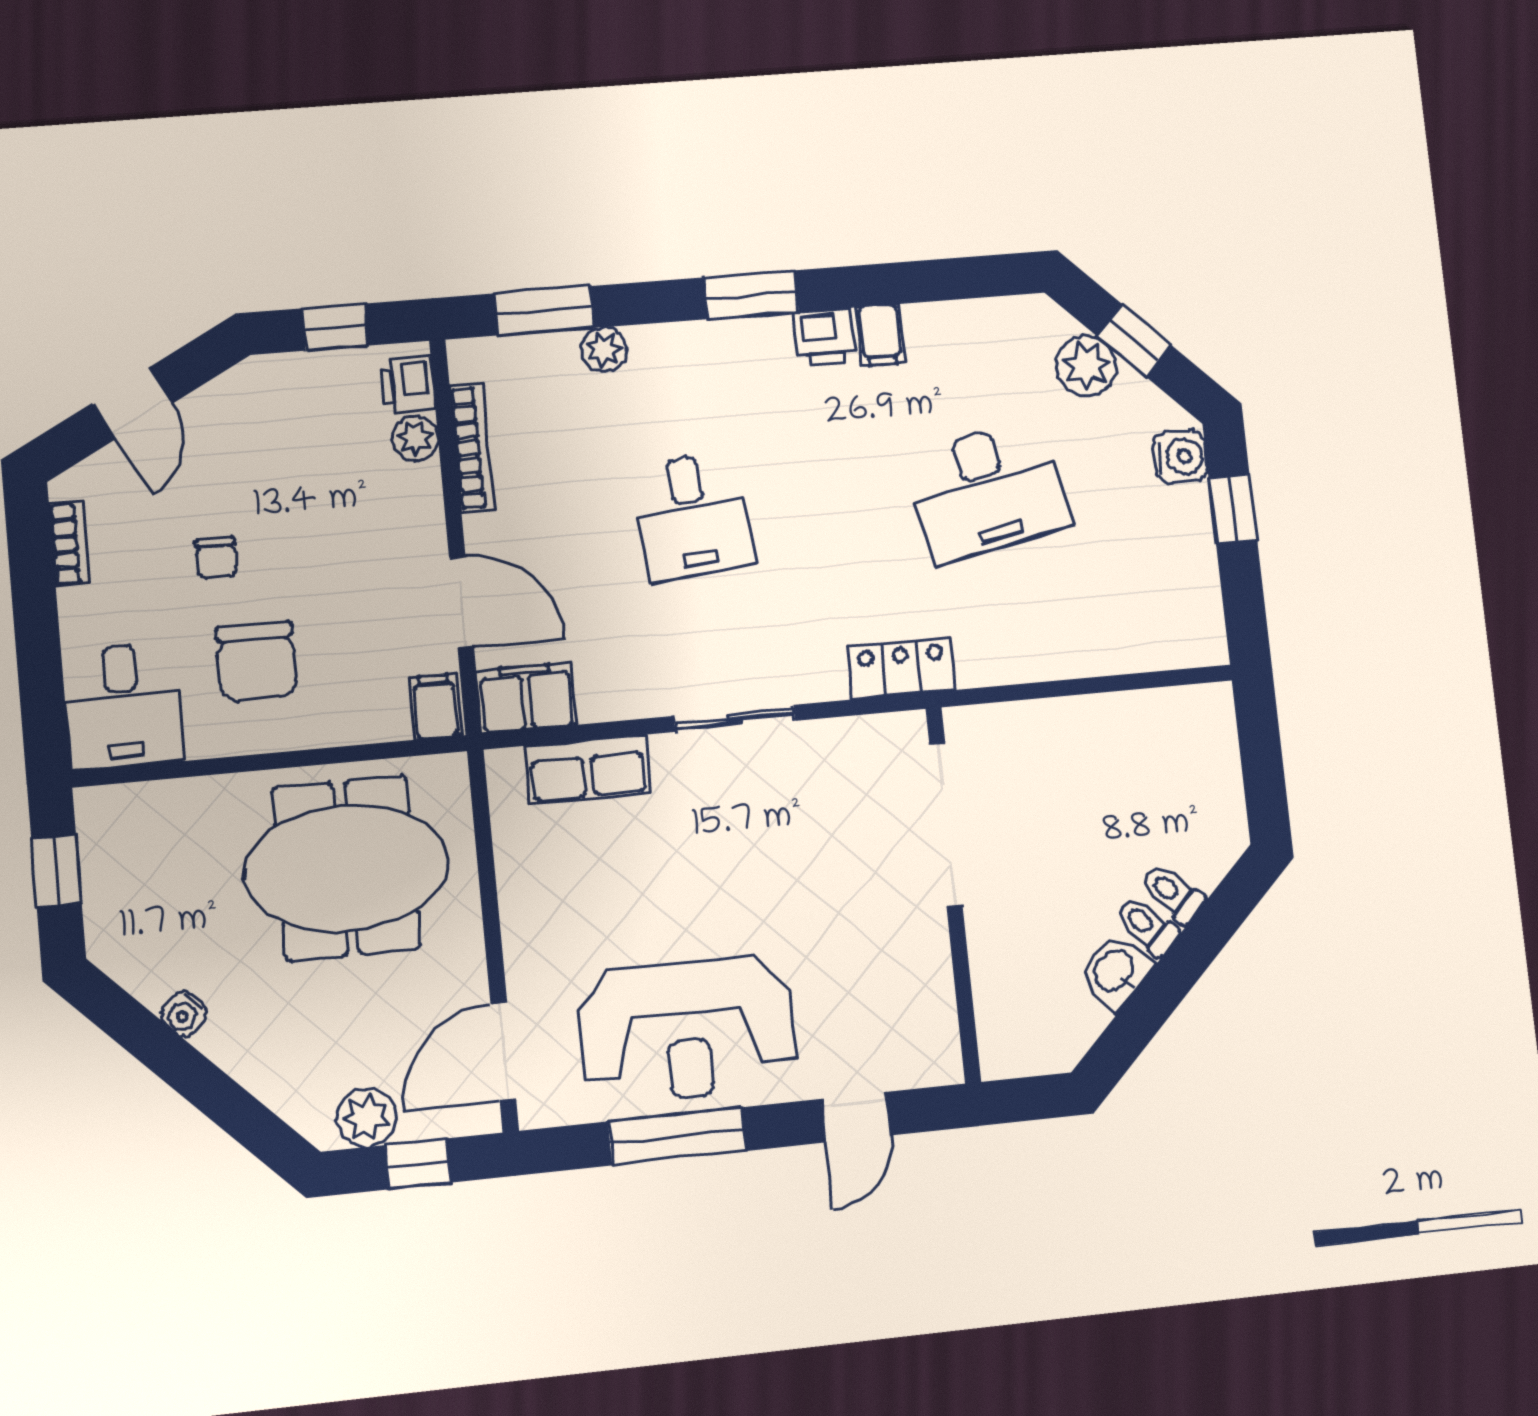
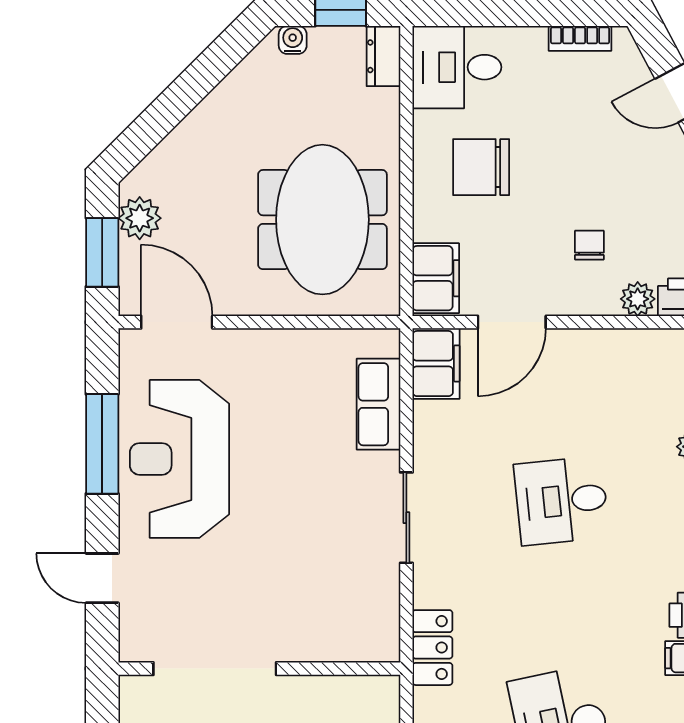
bookcase: (472, 448) -> (627, 340), removed
chair: (216, 558) -> (589, 245), moved, turned 90
filing cabinet: (435, 706) -> (436, 278), width x2.00
dresser: (116, 807) -> (383, 56), added
doorway: (946, 824) -> (215, 669), moved
water cooler: (184, 1014) -> (293, 40), moved, turned 45
window: (418, 1164) -> (102, 252), width x1.50

